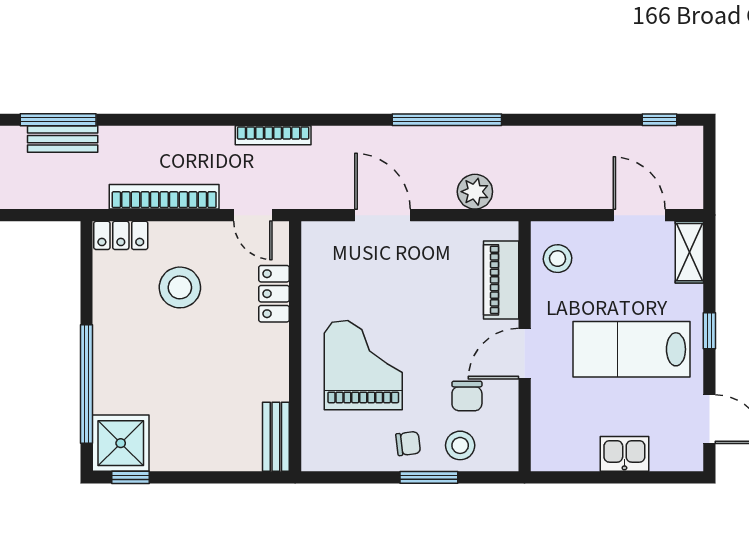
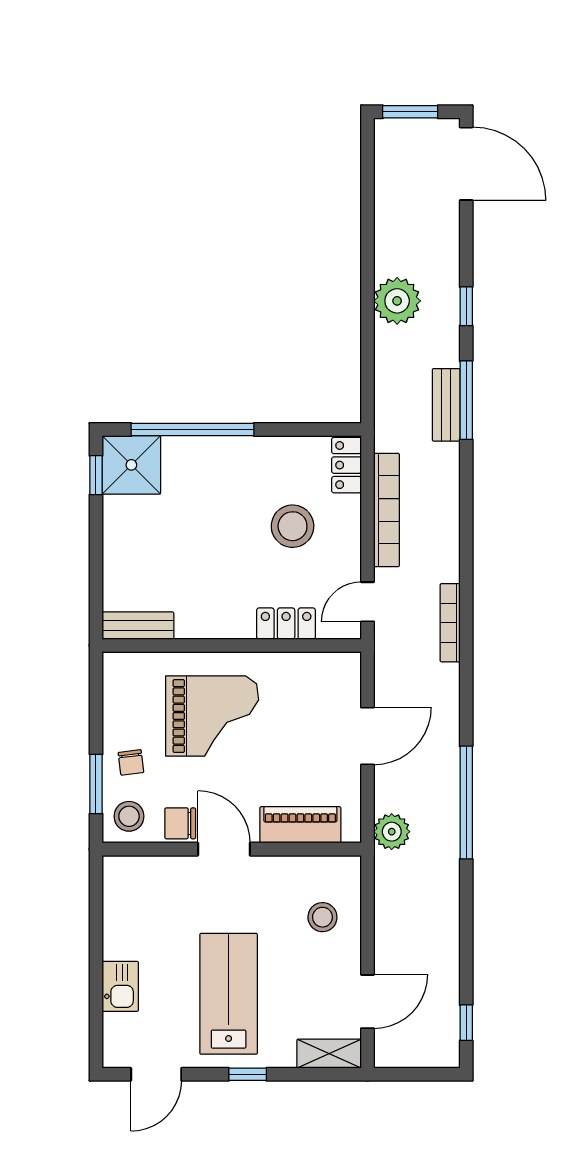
piano: (501, 280) -> (300, 825), moved
wall: (525, 346) -> (232, 849), moved
door: (525, 354) -> (224, 849), moved

